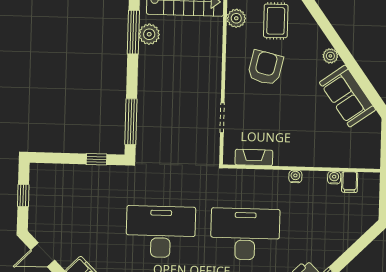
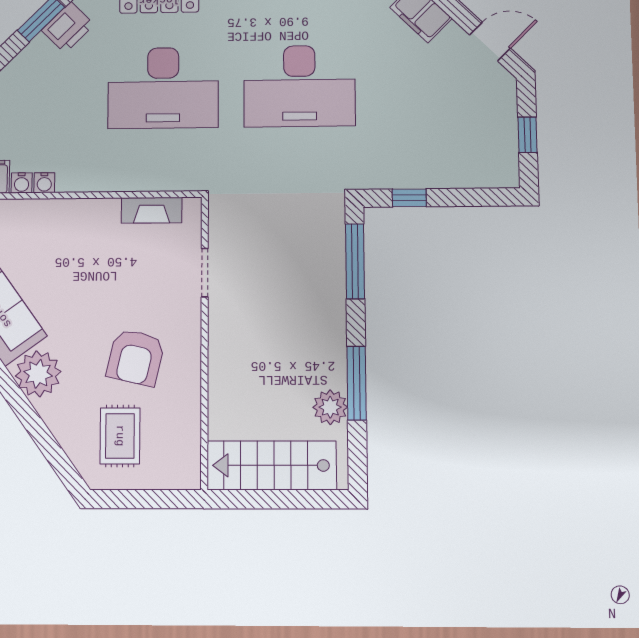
plant: (236, 18) -> (186, 438), removed
window: (133, 32) -> (357, 383), moved
plant: (330, 56) -> (38, 374), width x1.88, depth x1.88
water cooler: (295, 176) -> (44, 183), moved

